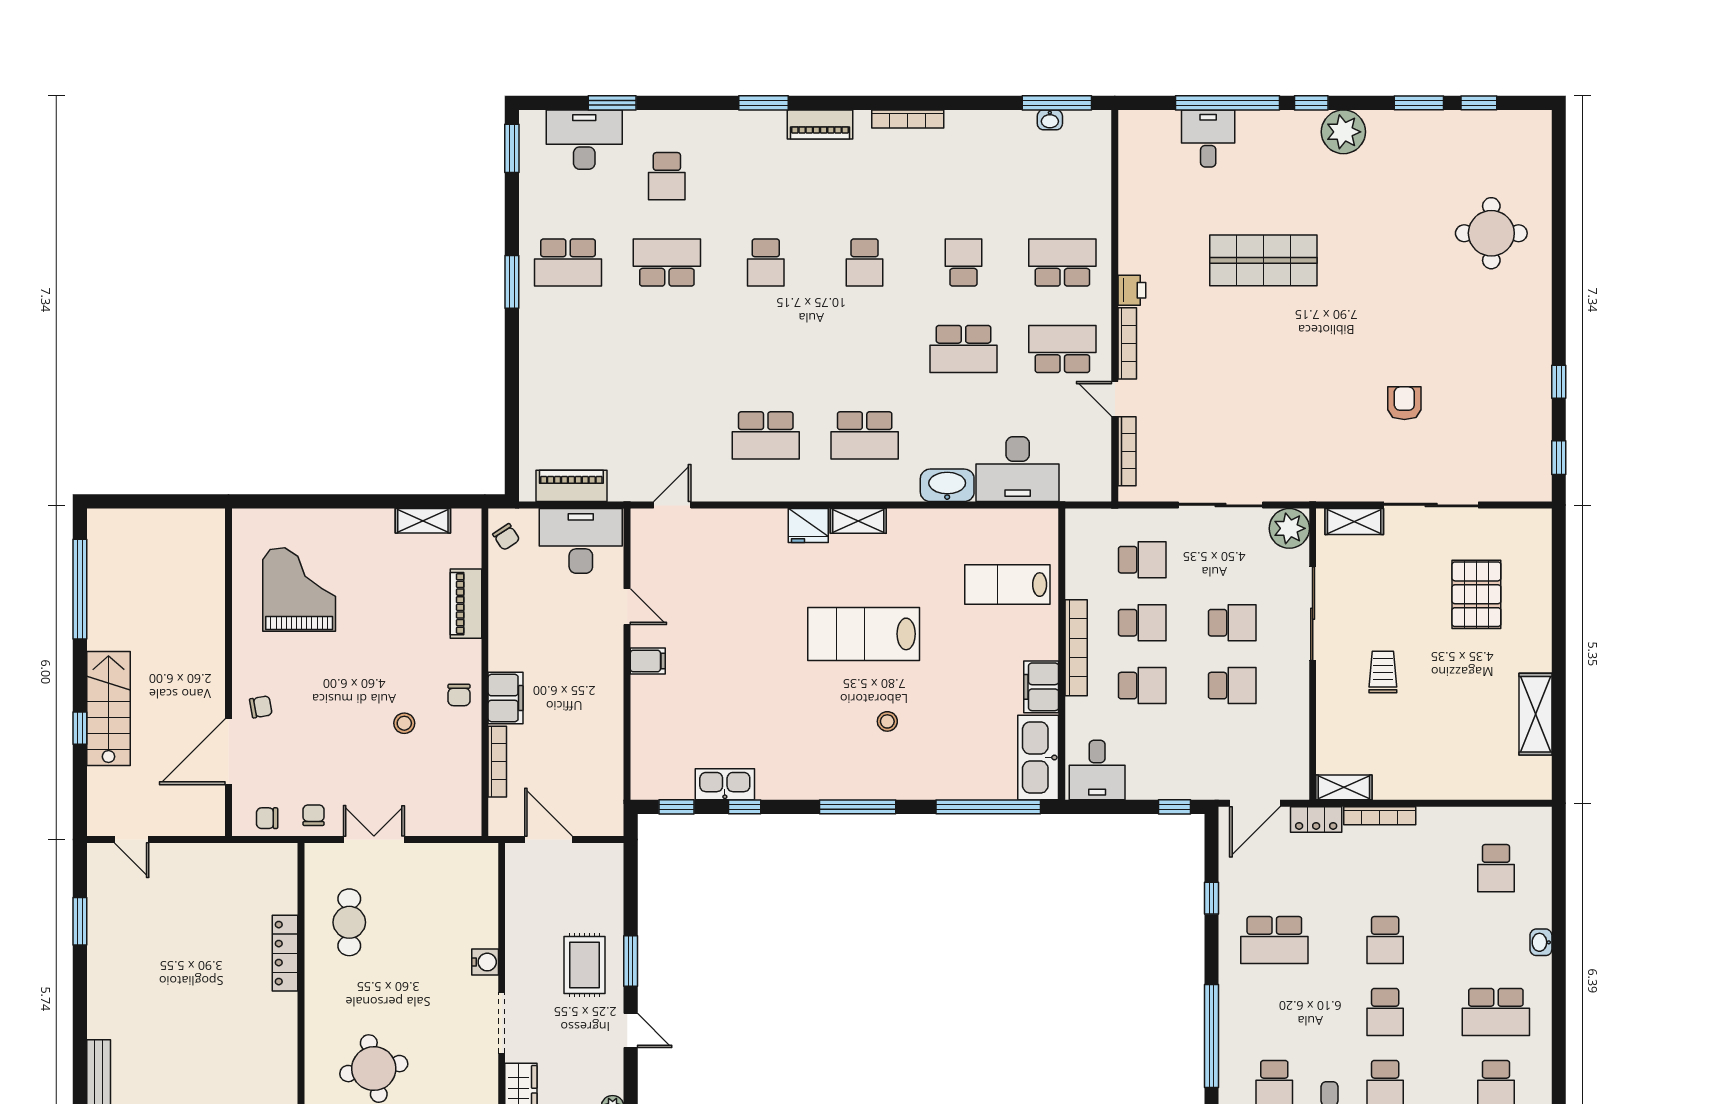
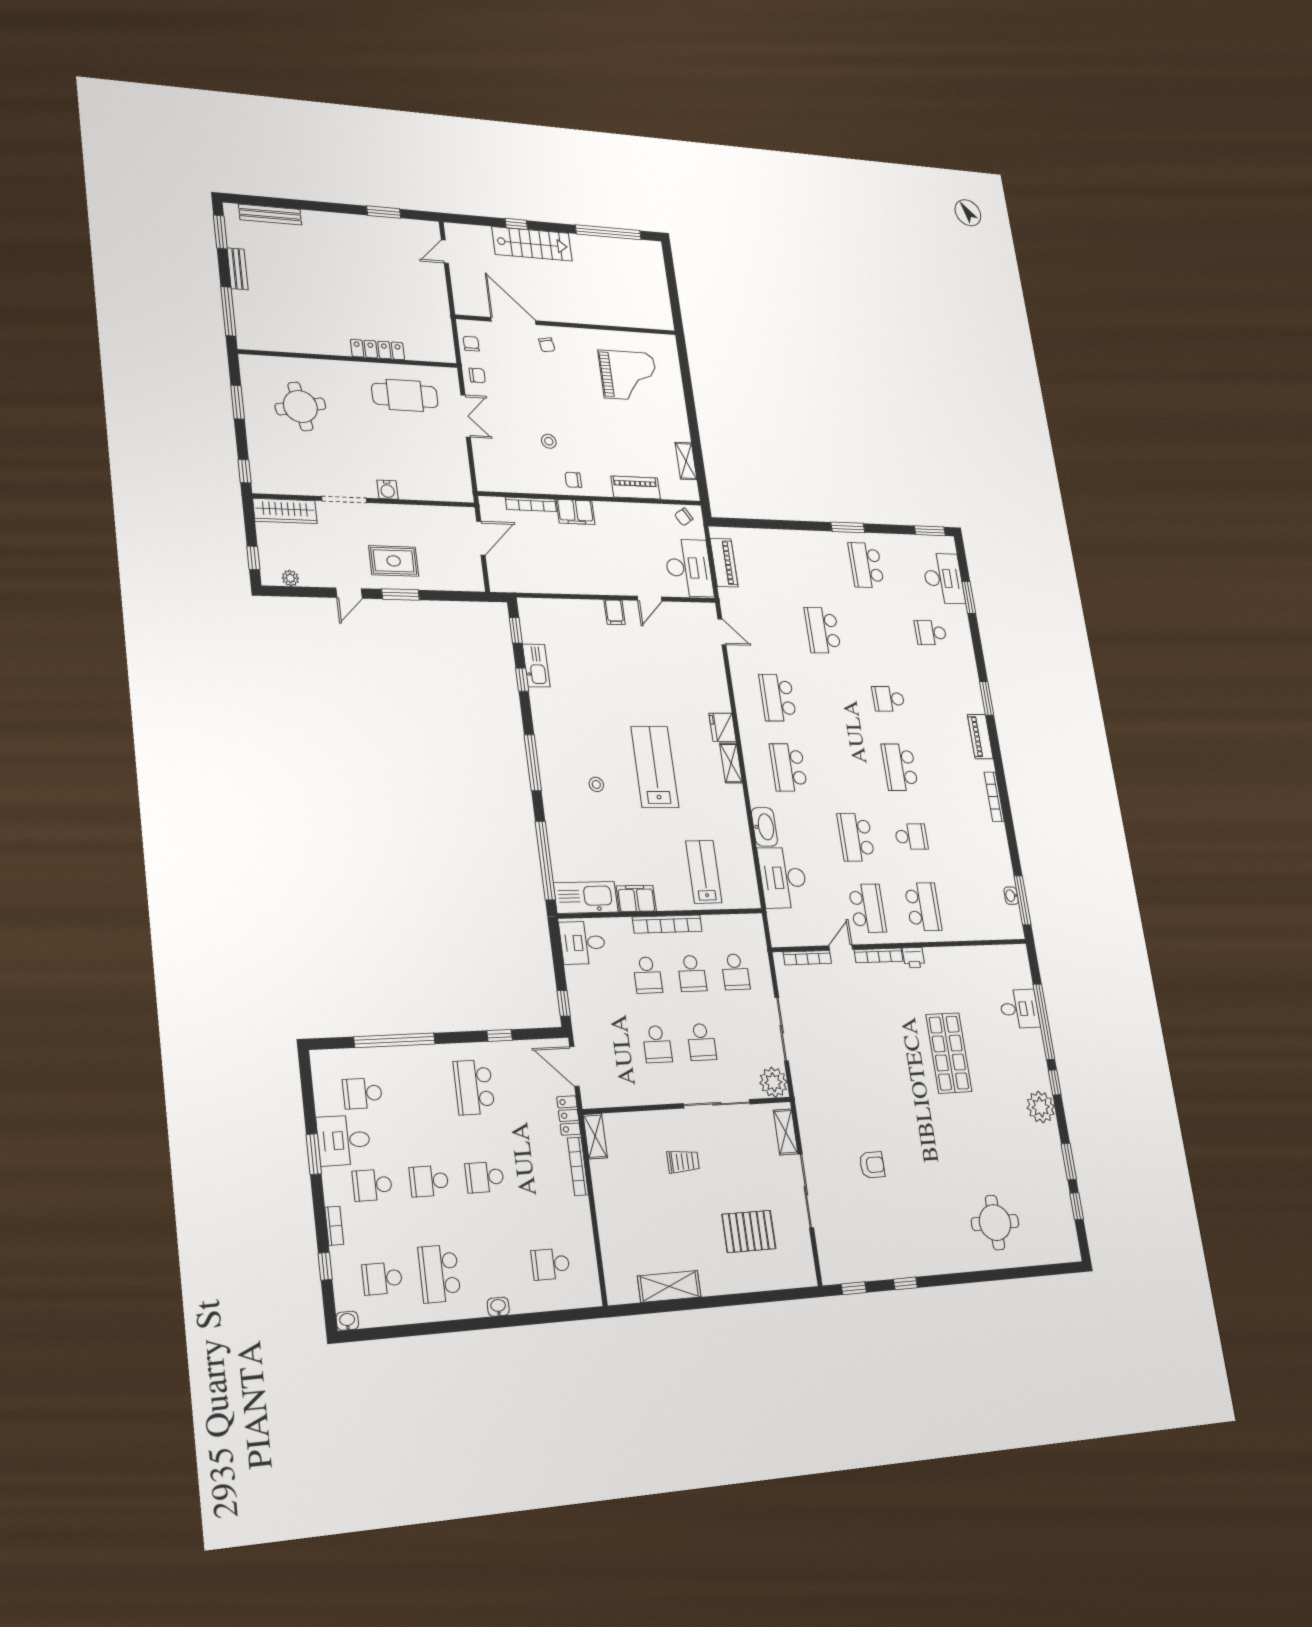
school desk: (667, 263) -> (823, 630), moved, turned 180
school desk: (865, 263) -> (900, 767), width x1.85
cafe table: (349, 922) -> (405, 395), width x1.37, depth x1.35

